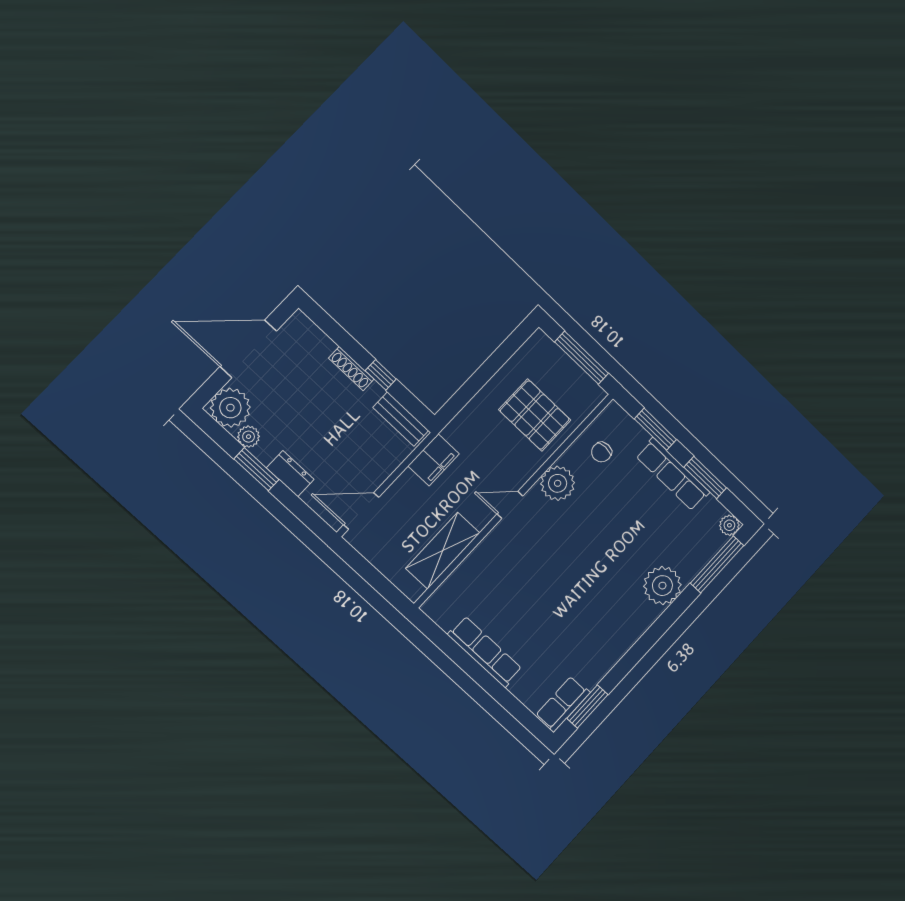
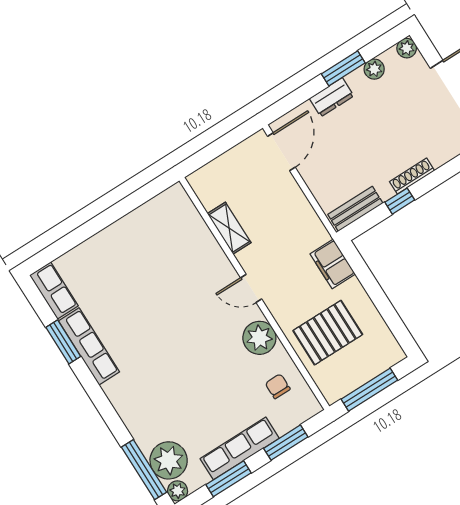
plant: (230, 408) -> (407, 48), width x0.53, depth x0.53
filing cabinet: (434, 460) -> (333, 264), moved
door: (510, 505) -> (251, 288), swing flipped
shelving: (443, 551) -> (229, 228), width x0.67, depth x0.75
plant: (662, 586) -> (169, 460), moved
row of seats: (485, 652) -> (89, 346), moved, turned -90
window: (587, 706) -> (63, 342), moved

